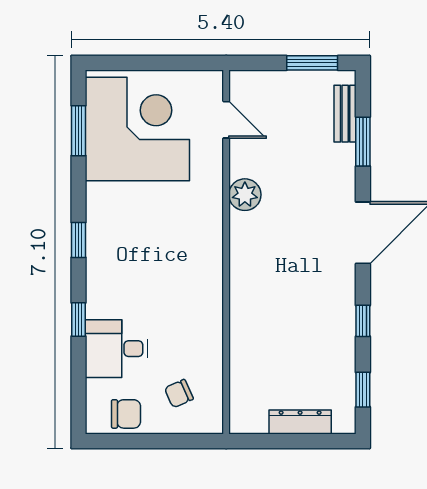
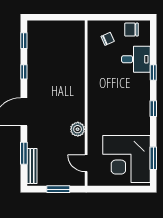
window: (312, 63) -> (58, 189), moved
bench: (345, 114) -> (32, 166), width x1.36
dresser: (300, 422) -> (52, 26), removed

